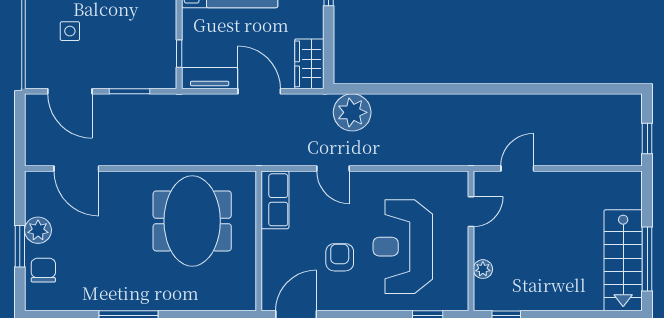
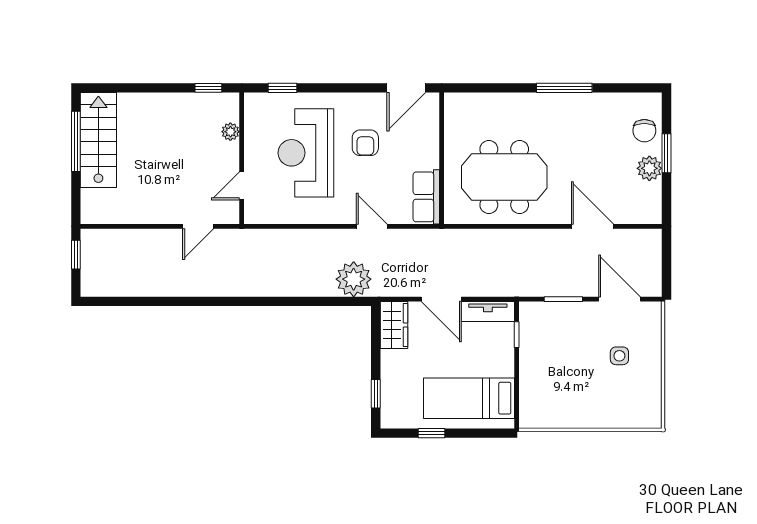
door: (76, 168) -> (592, 226), moved
meeting table: (192, 221) -> (504, 177), turned 90
reception desk: (403, 247) -> (306, 153), turned 180

